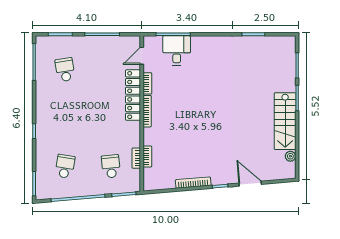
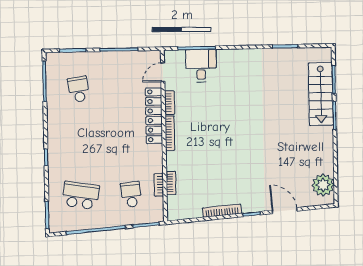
stairs: (285, 121) -> (321, 94), moved
plant: (290, 156) -> (323, 185), width x1.88, depth x1.88
school desk: (65, 166) -> (81, 195), width x1.85

